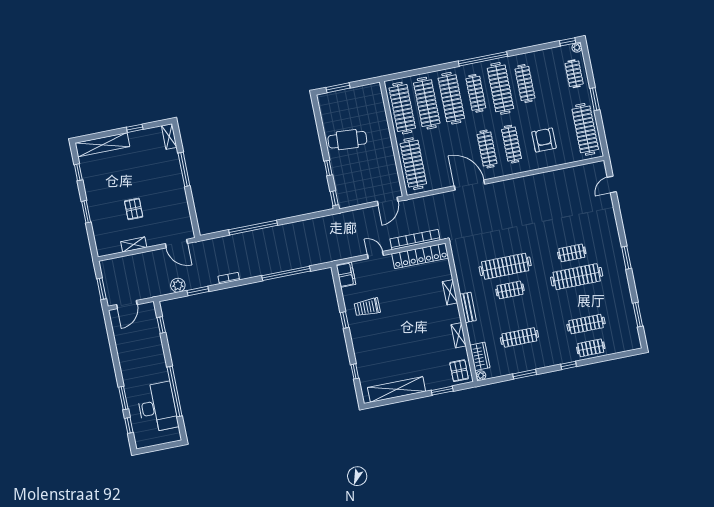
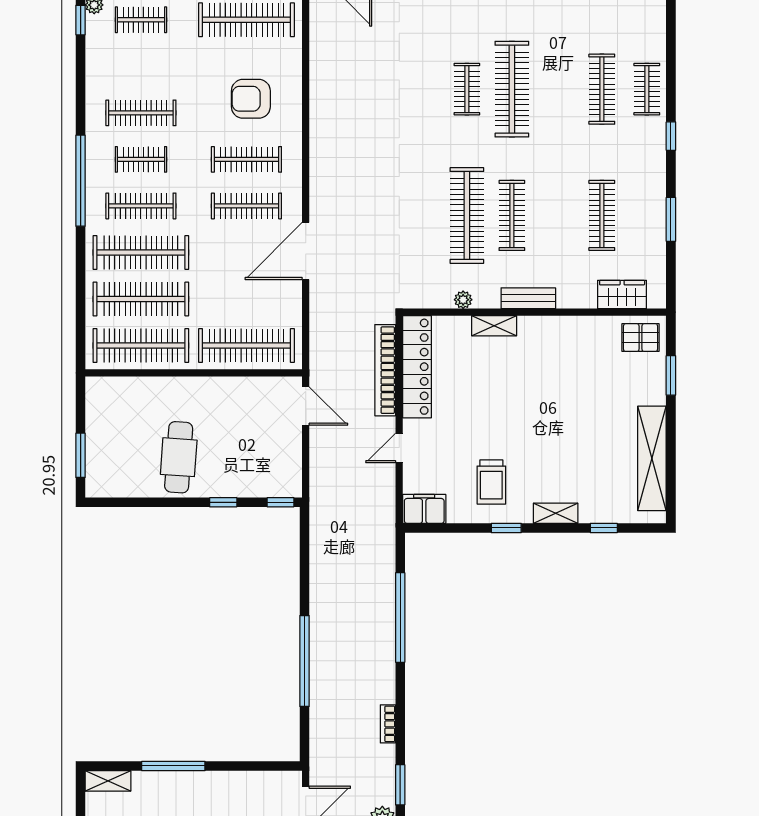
clothes rail: (500, 88) -> (141, 159), width x0.54, depth x0.76
clothes rail: (510, 290) -> (512, 215), width x1.36
shelving: (459, 335) -> (556, 513), moved
plant: (481, 376) -> (463, 300), moved

